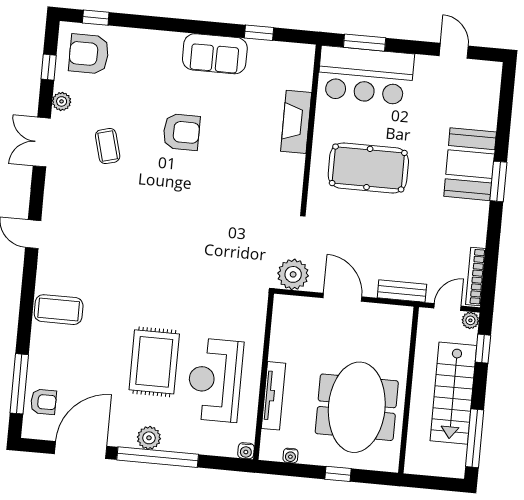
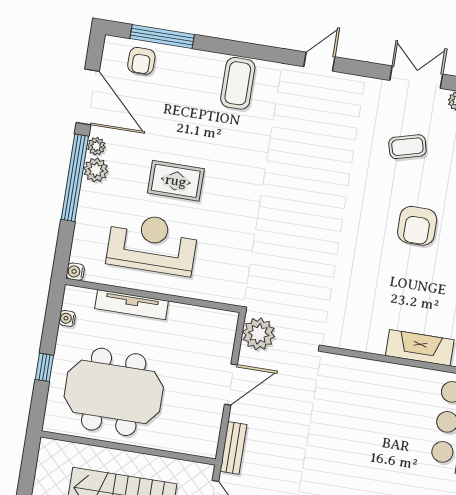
pool table: (368, 168) -> (366, 421), removed
rug: (154, 362) -> (176, 181), width x0.73, depth x0.70
plant: (127, 439) -> (96, 146), added

